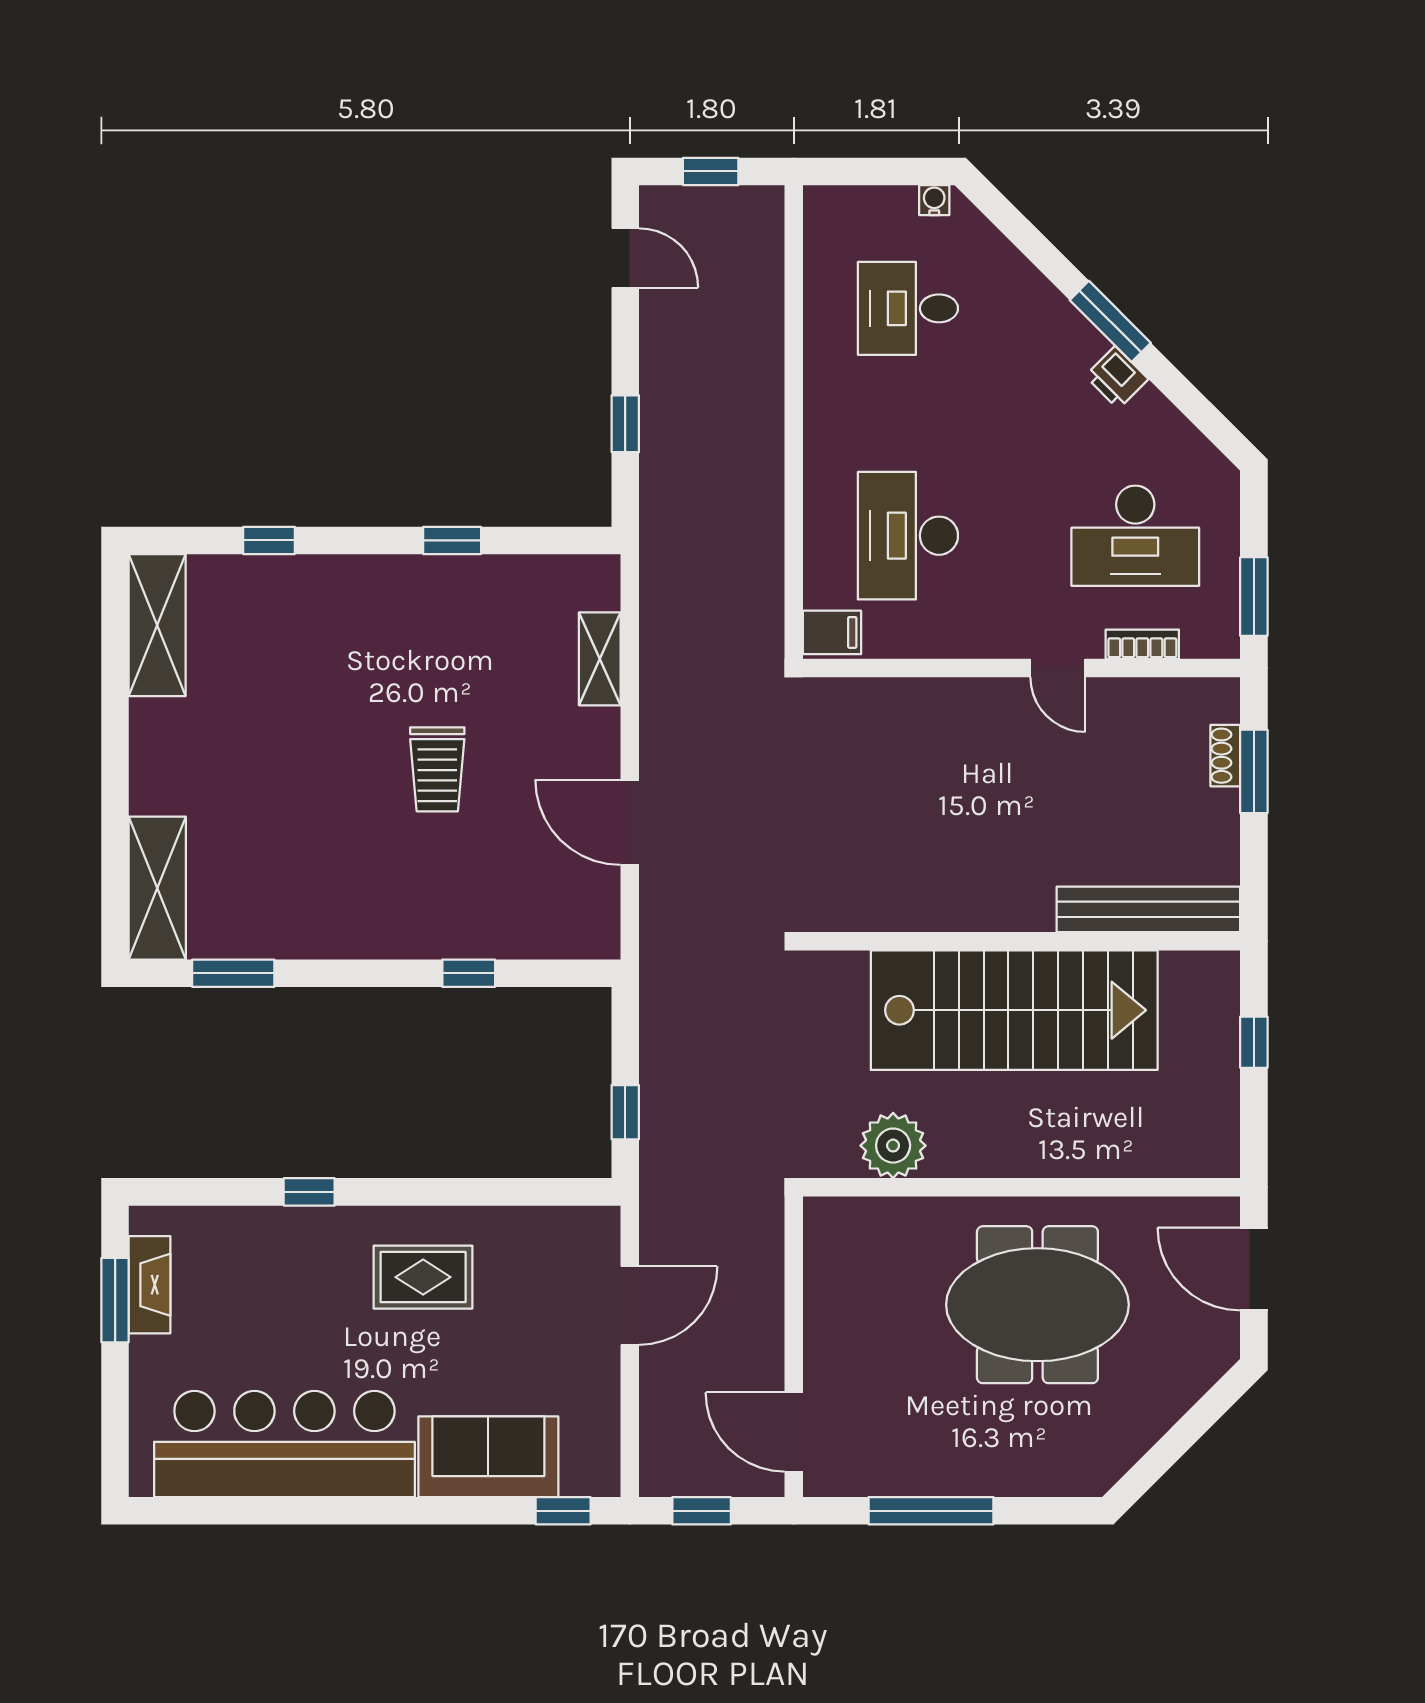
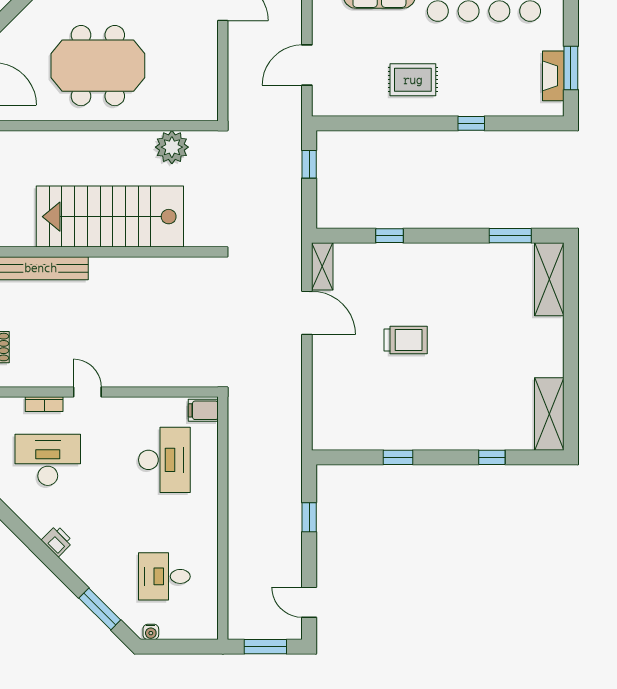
window: (711, 171) -> (265, 647), width x1.50
desk: (908, 308) -> (164, 576), turned 180
window: (1110, 321) -> (100, 609), moved
shelving: (600, 659) -> (322, 266), moved
trolley: (437, 769) -> (406, 340), turned 90

